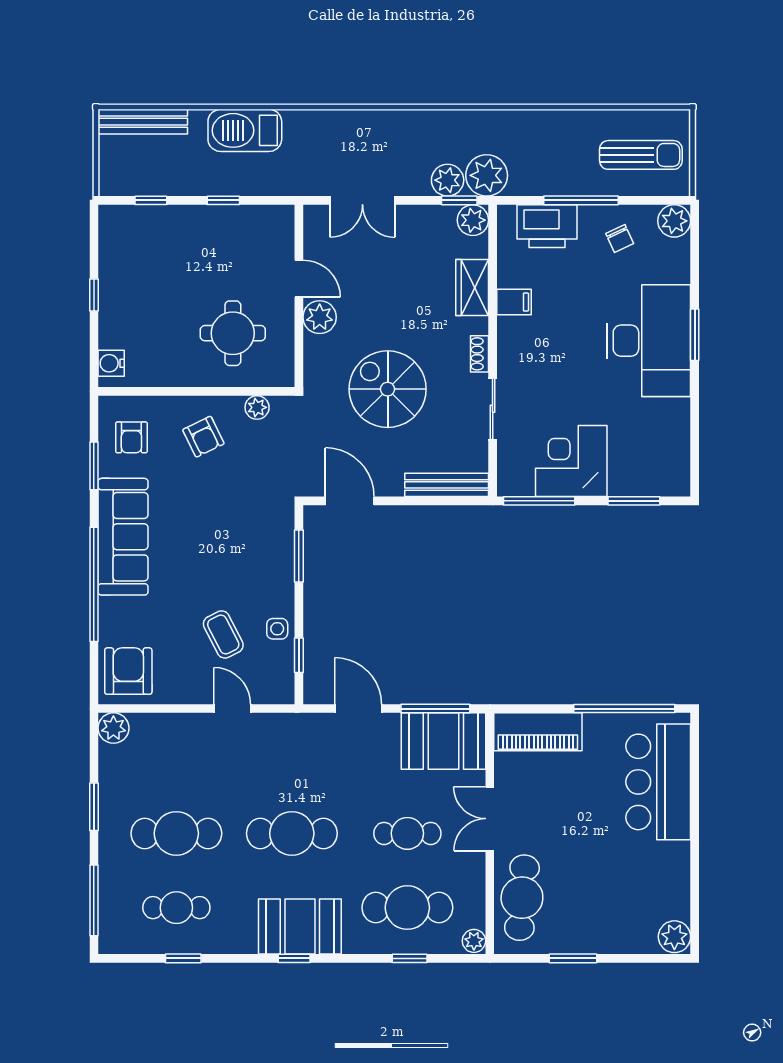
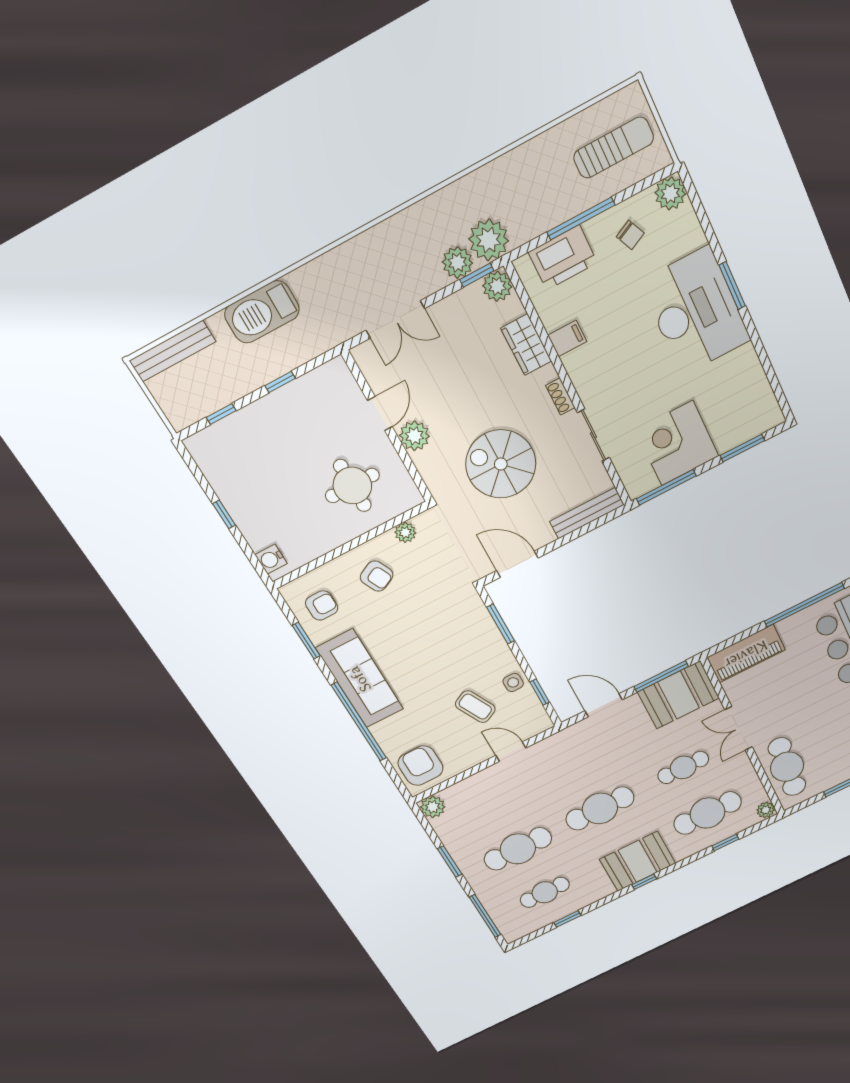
door: (299, 279) -> (380, 414), hinge flipped
armchair: (131, 437) -> (322, 605), turned -90

